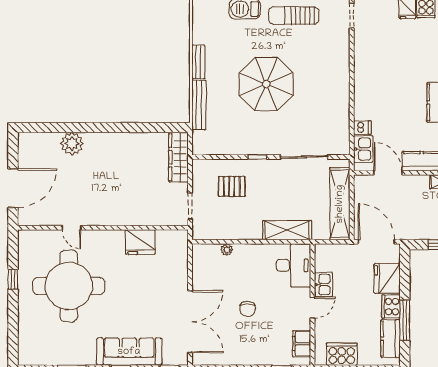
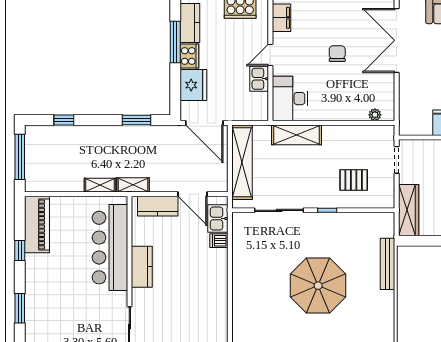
bench: (198, 62) -> (388, 308), removed
plant: (227, 250) -> (375, 115), moved

